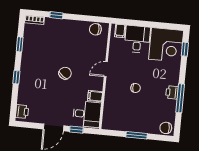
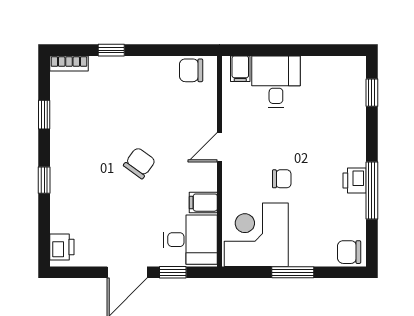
corner desk: (166, 45) -> (256, 235), moved, turned 180

